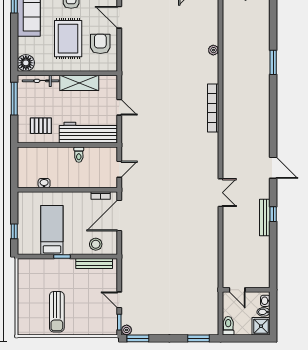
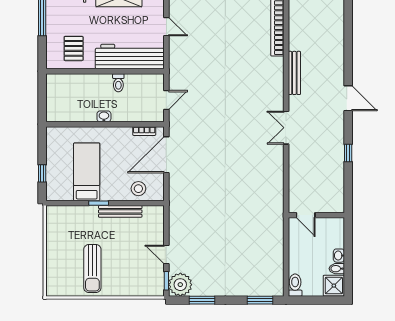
pallet: (41, 126) -> (74, 48), turned 90
washbasin: (44, 183) -> (104, 116), moved
double door: (221, 193) -> (286, 128), swing flipped
bench: (265, 217) -> (294, 73), moved
bench: (94, 263) -> (120, 211), moved
door: (237, 290) -> (306, 215), moved
wall: (246, 290) -> (316, 215), moved
plant: (127, 330) -> (180, 285), width x1.88, depth x1.88
window: (138, 338) -> (202, 300), moved

